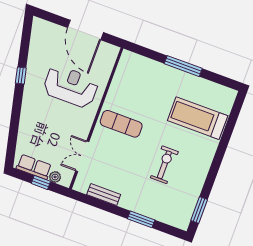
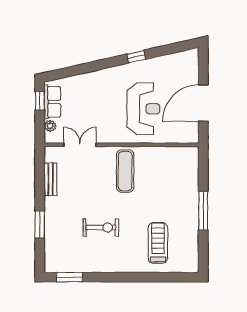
treadmill: (198, 118) -> (158, 243), width x0.73, depth x0.73
window: (41, 182) -> (40, 101), moved

